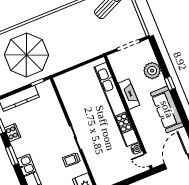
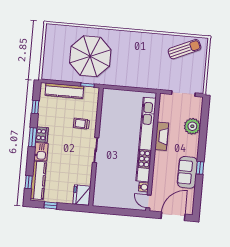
window: (170, 83) -> (200, 168), moved
sofa: (167, 109) -> (187, 172), width x0.73
cooker: (12, 133) -> (42, 135), moved
trolley: (71, 160) -> (81, 124), moved

